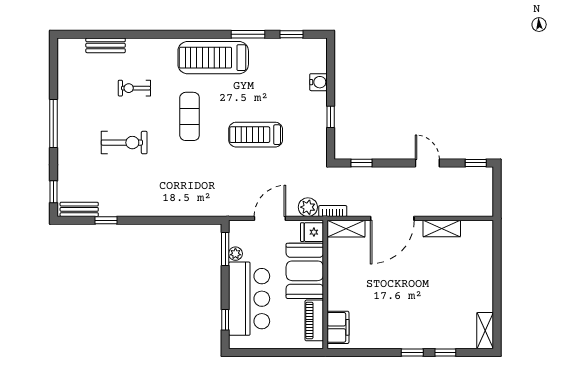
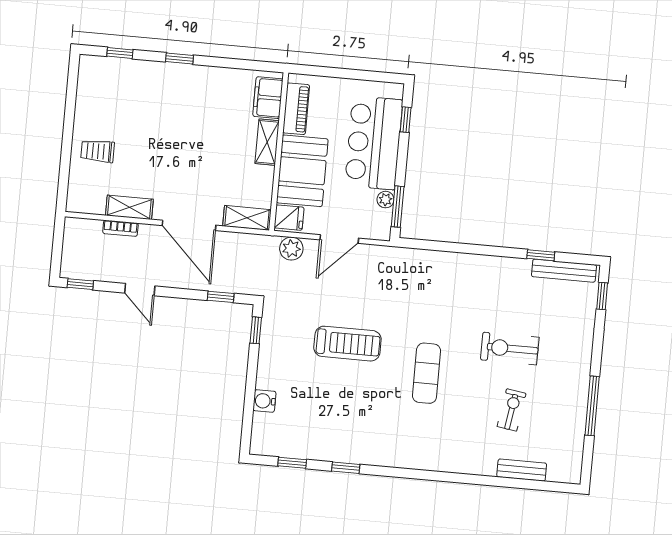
window: (248, 34) -> (346, 468), width x0.67
treadmill: (213, 58) -> (391, 443), removed
exercise bike: (134, 88) -> (512, 410), moved, turned -81
window: (331, 117) -> (256, 330), moved
window: (53, 124) -> (592, 406), moved
bench: (79, 209) -> (564, 271), width x1.36
bookcase: (333, 211) -> (120, 228), moved
door: (392, 218) -> (189, 225), swing flipped
trolley: (472, 272) -> (98, 151), added
shelving: (485, 331) -> (267, 142), moved
window: (445, 353) -> (120, 53), moved

